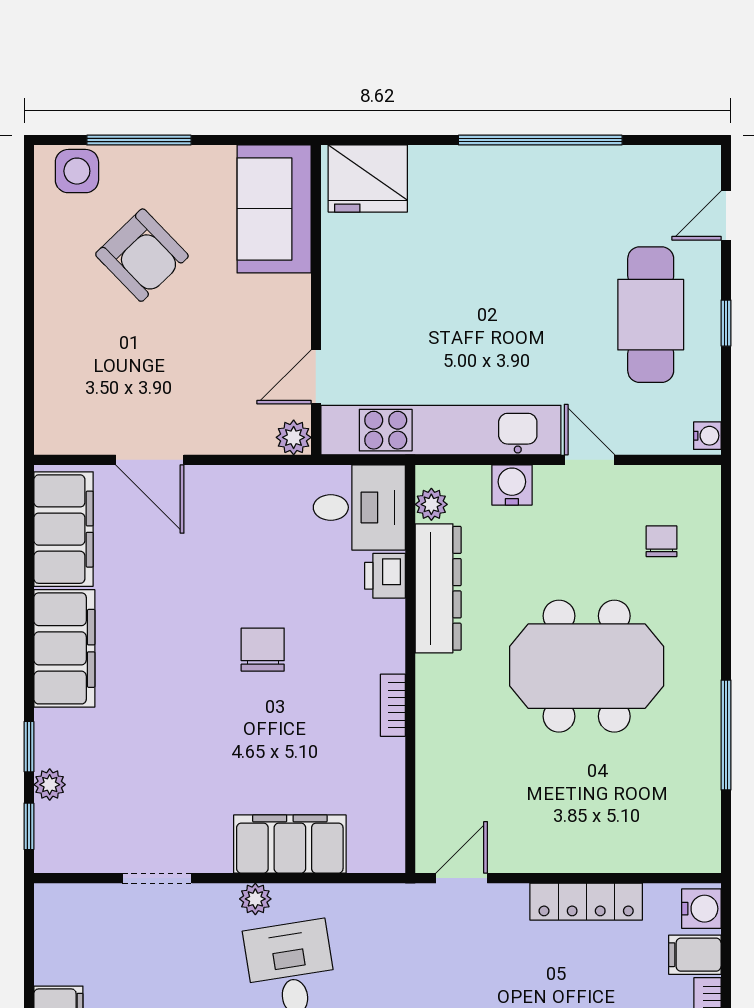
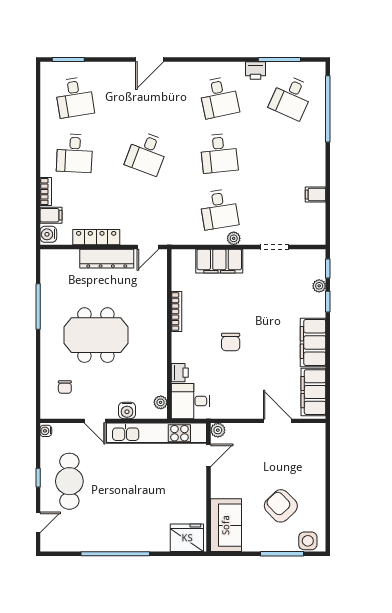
dresser: (438, 588) -> (107, 259), moved, turned -90
bookcase: (393, 705) -> (176, 312), width x1.56

